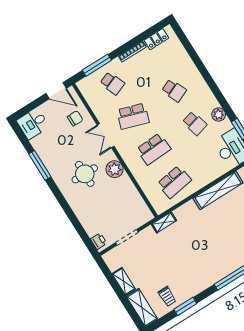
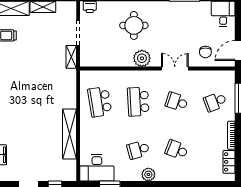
school desk: (174, 90) -> (177, 150), turned 45
plant: (219, 115) -> (148, 174), moved
school desk: (133, 116) -> (177, 102), width x0.54
round table: (85, 174) -> (134, 25), moved
shelving: (164, 222) -> (71, 57), moved

